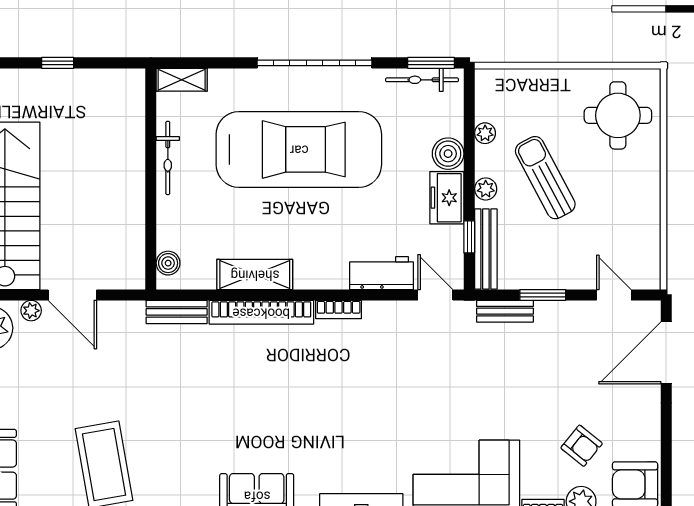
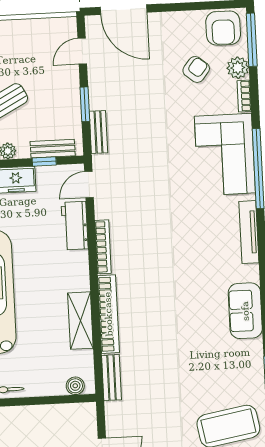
bench: (486, 249) -> (53, 149), width x0.73
bookcase: (339, 310) -> (103, 247), width x1.56

